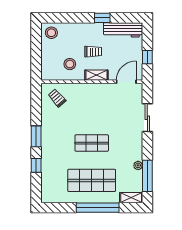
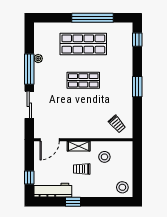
window: (147, 57) -> (29, 177), moved
window: (36, 165) -> (137, 40), moved
window: (147, 176) -> (29, 69), moved
shelving: (131, 198) -> (45, 27), removed
window: (98, 208) -> (92, 18), moved

